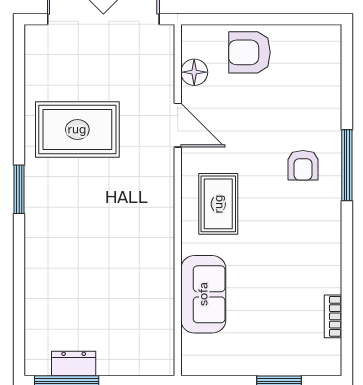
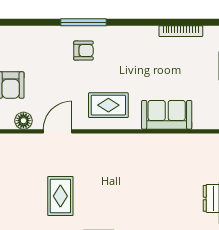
rug: (77, 129) -> (60, 196), width x0.73, depth x0.70
bookcase: (333, 316) -> (181, 31), width x1.56

